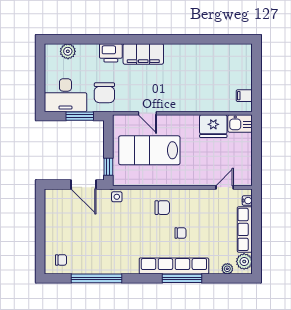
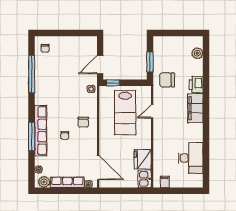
desk: (65, 95) -> (191, 158), moved, turned 180
lab bench: (149, 150) -> (125, 113), turned 180
door: (225, 187) -> (98, 168), width x1.87

